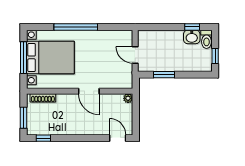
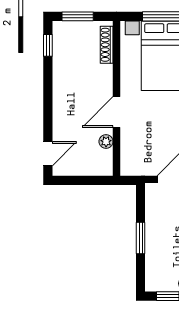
window: (164, 75) -> (141, 238), moved
plant: (128, 98) -> (106, 142), moved

